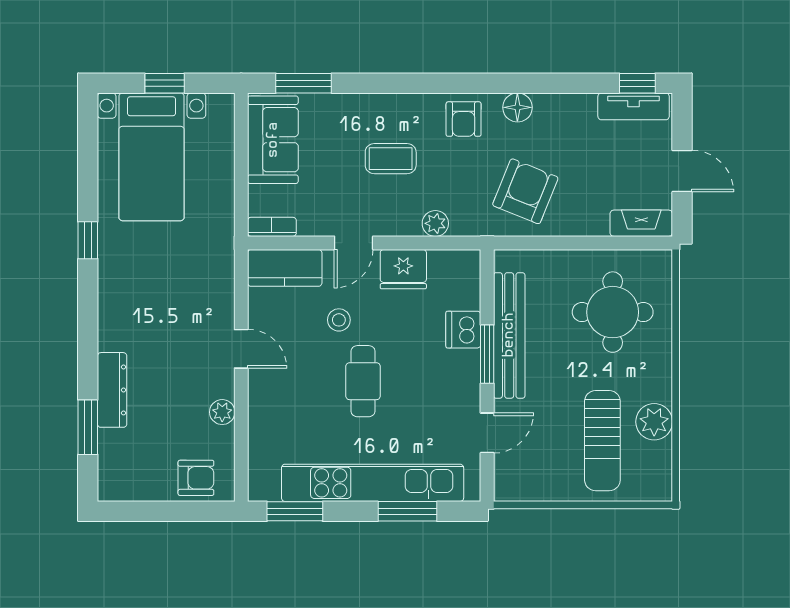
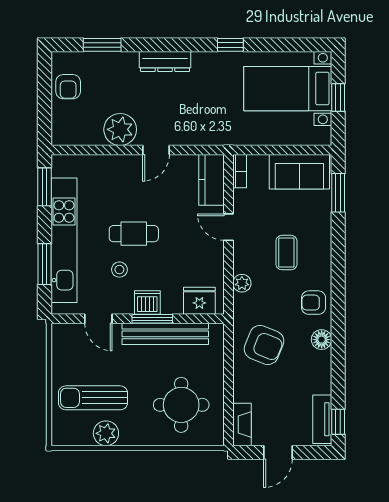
fridge: (403, 269) -> (199, 301), moved, turned 90
stool: (339, 320) -> (119, 270), moved
dishwasher: (463, 330) -> (147, 302), moved
dresser: (112, 390) -> (165, 62), moved
plant: (222, 412) -> (120, 129), width x1.87, depth x1.87
armchair: (196, 478) -> (68, 87), moved

